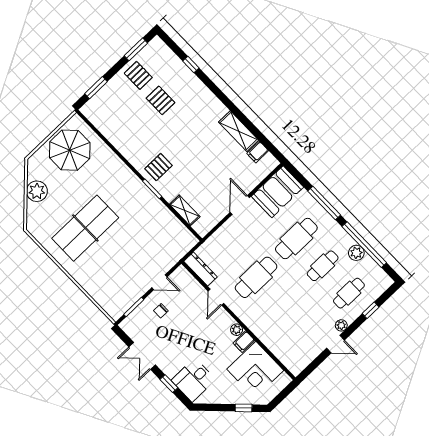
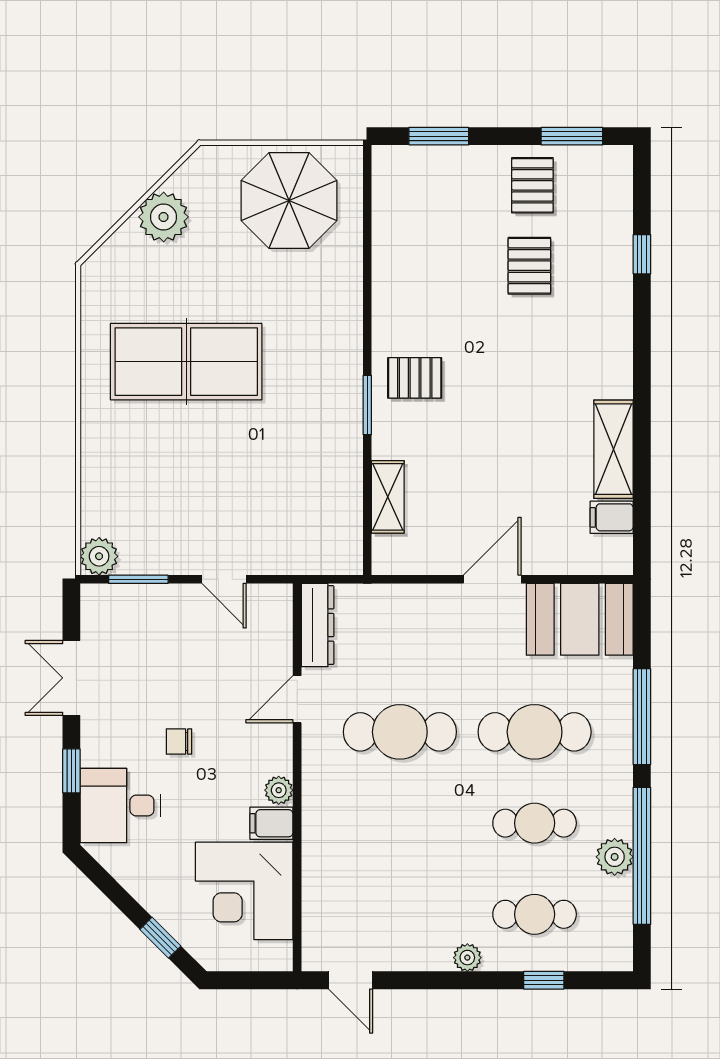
plant: (115, 311) -> (99, 556), added
chair: (161, 311) -> (179, 741), moved
door: (335, 344) -> (351, 980), moved

